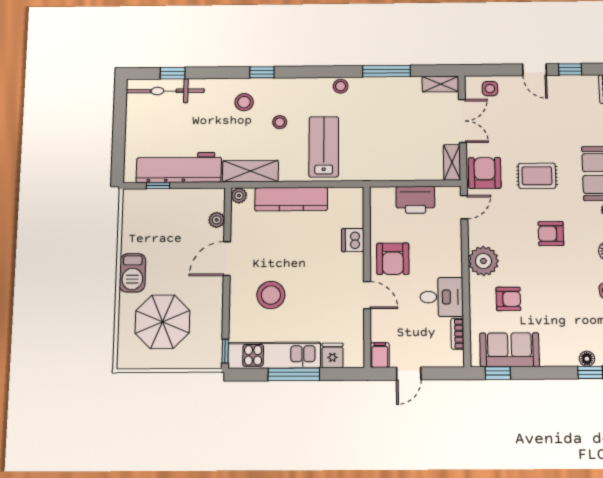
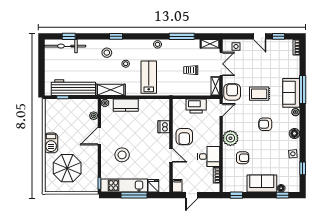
trolley: (404, 133) -> (191, 70), added
kitchen counter: (291, 199) -> (126, 105), width x0.67
sofa: (510, 350) -> (262, 183), moved

